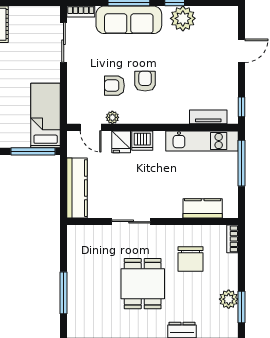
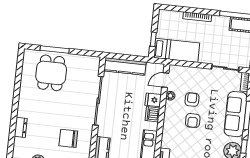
armchair: (145, 81) -> (193, 121), turned 90
window: (33, 151) -> (153, 39), width x0.46
sliding door: (131, 222) -> (98, 101), width x1.86
dining table: (143, 284) -> (51, 73), moved, turned 90

